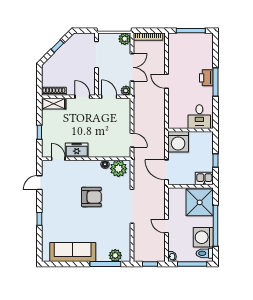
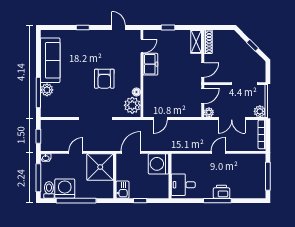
shower: (200, 202) -> (100, 167), moved
plant: (115, 255) -> (47, 90), moved

